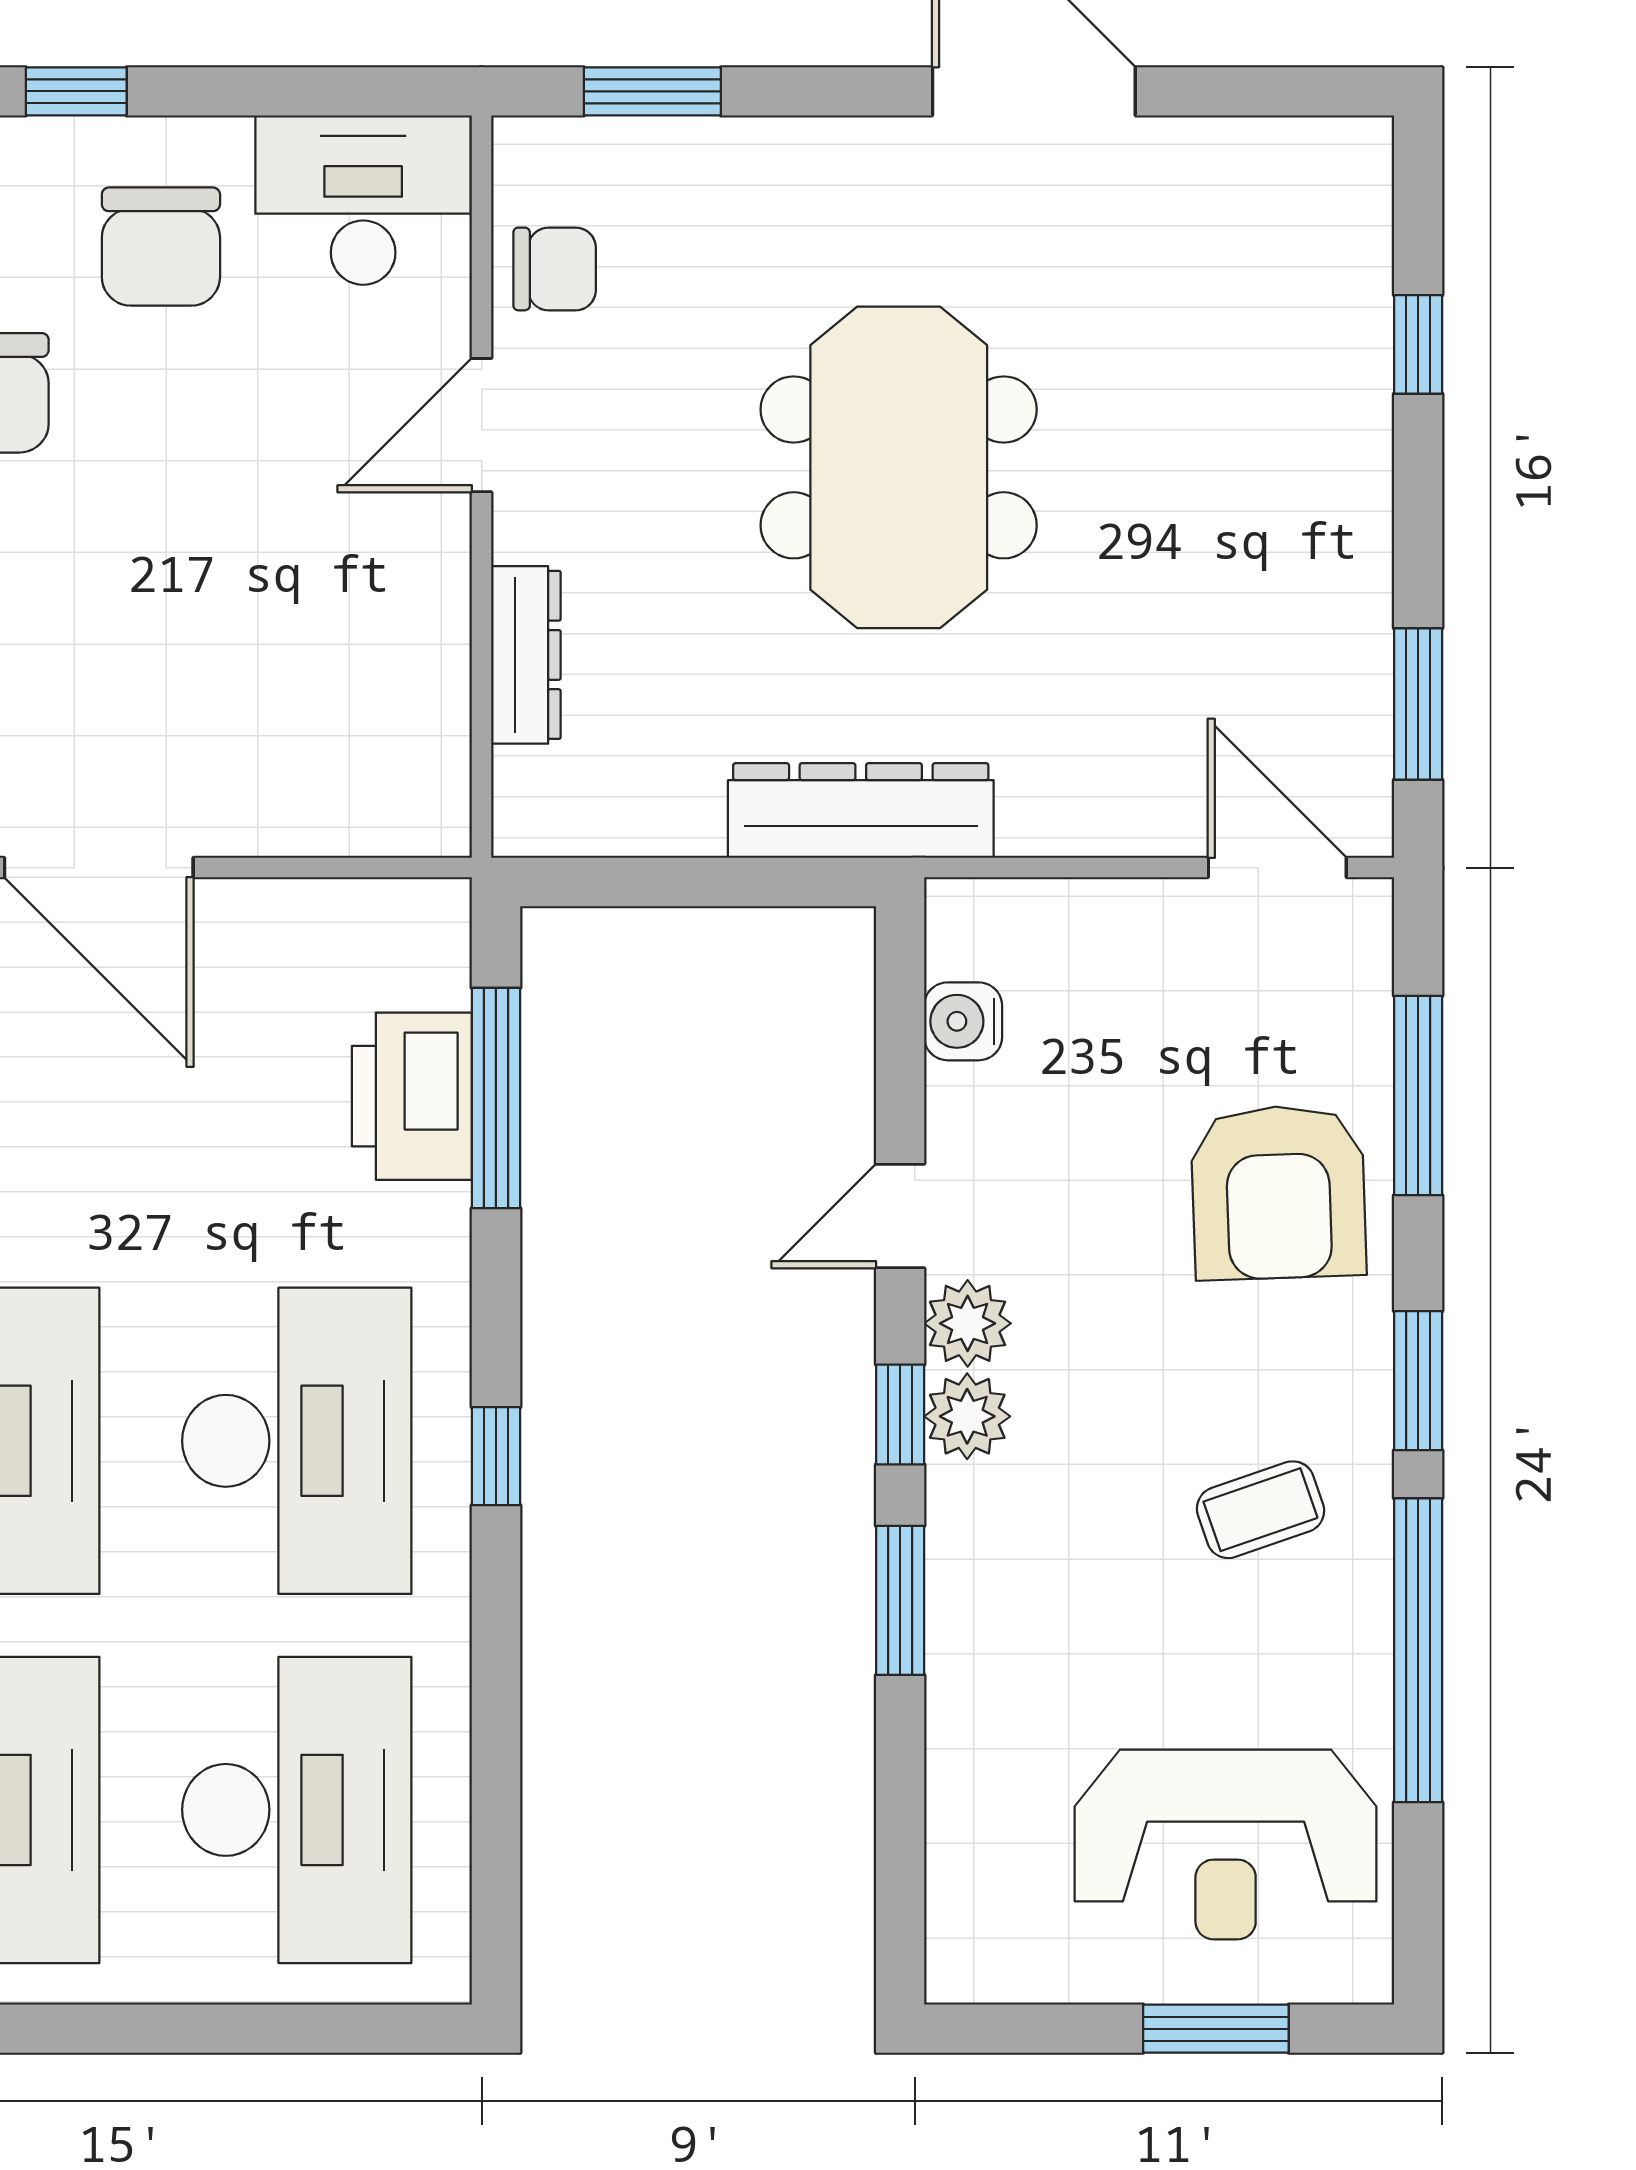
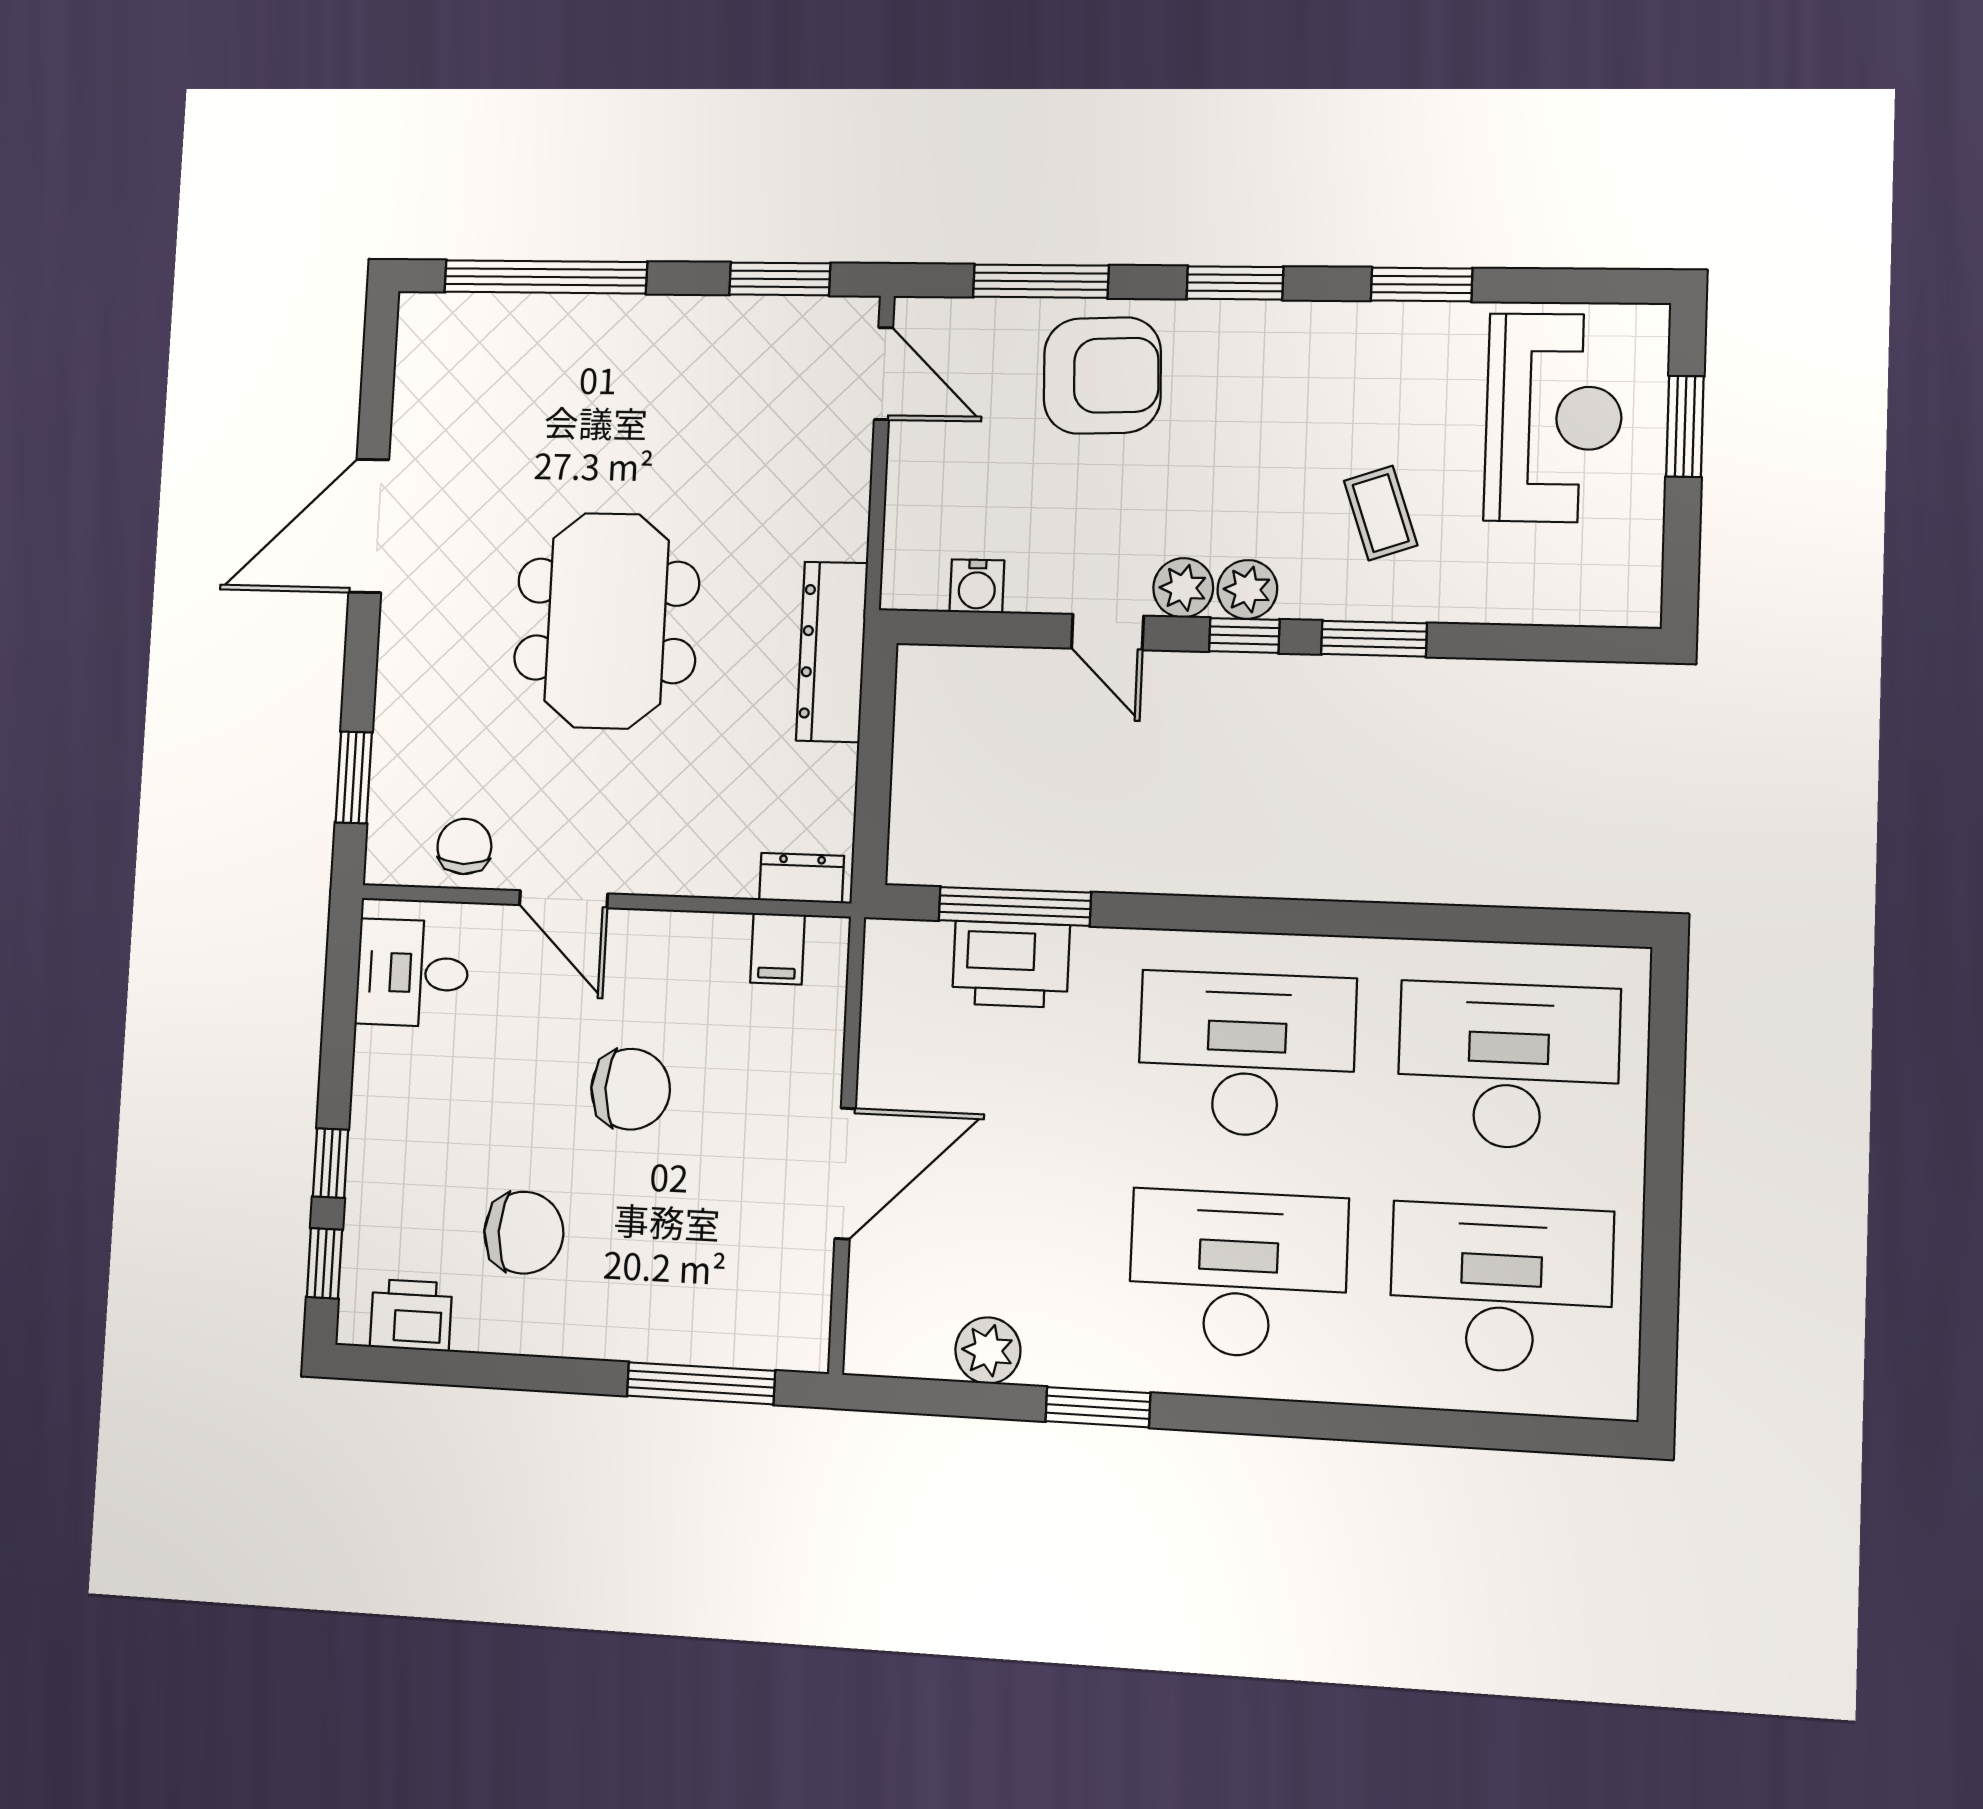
desk: (363, 200) -> (412, 973), width x0.73
chair: (161, 247) -> (631, 1089), moved
window: (1418, 344) -> (546, 277), width x3.17
meeting table: (899, 467) -> (607, 621), turned 90
dresser: (526, 655) -> (802, 878), moved, width x0.70
filing cabinet: (421, 751) -> (778, 949), added
door: (1277, 868) -> (884, 374), swing flipped
window: (496, 1456) -> (1263, 916), removed
coffee table: (1261, 1510) -> (1381, 513), moved
window: (1418, 1650) -> (1422, 284), width x0.47

